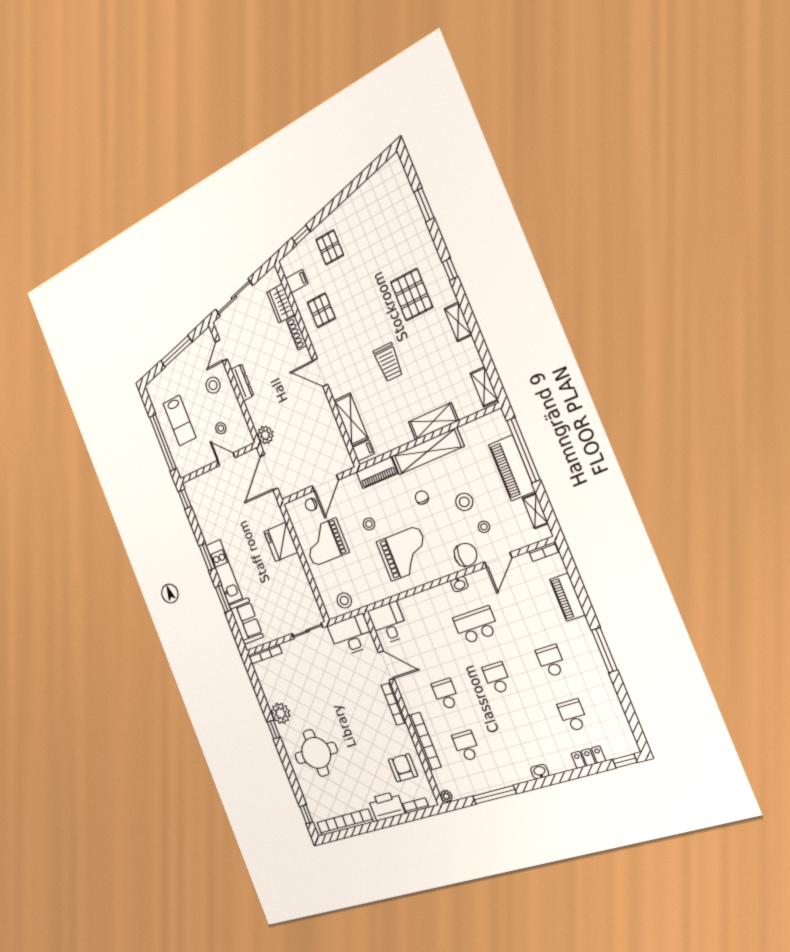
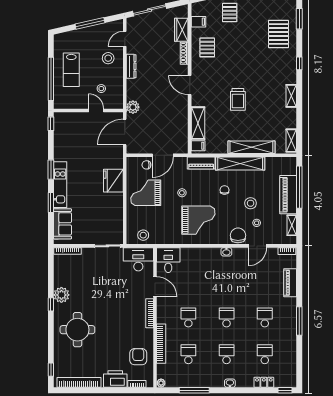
pallet: (412, 295) -> (279, 34), moved
shelving: (433, 421) -> (251, 147), width x1.47
chair: (466, 555) -> (238, 235), turned -90
school desk: (476, 625) -> (227, 354), moved, width x0.54

